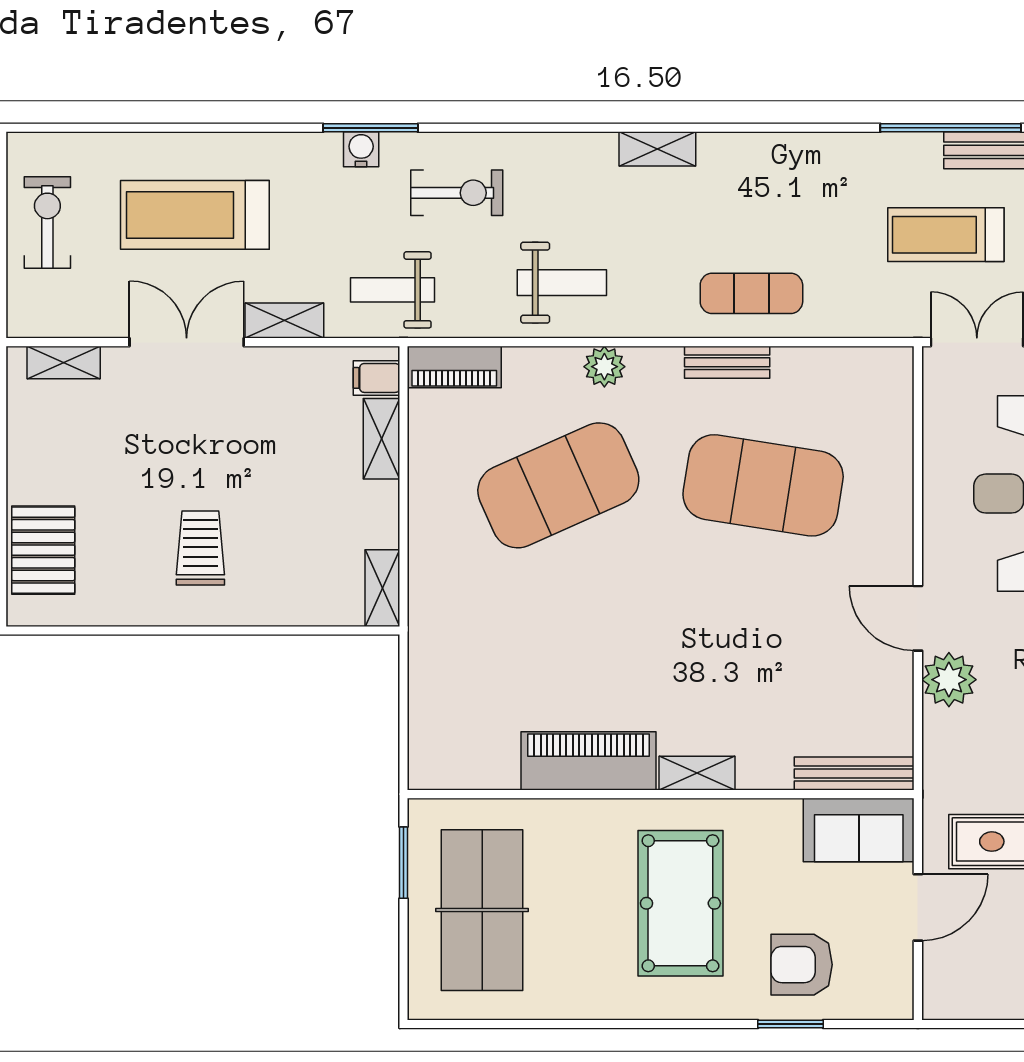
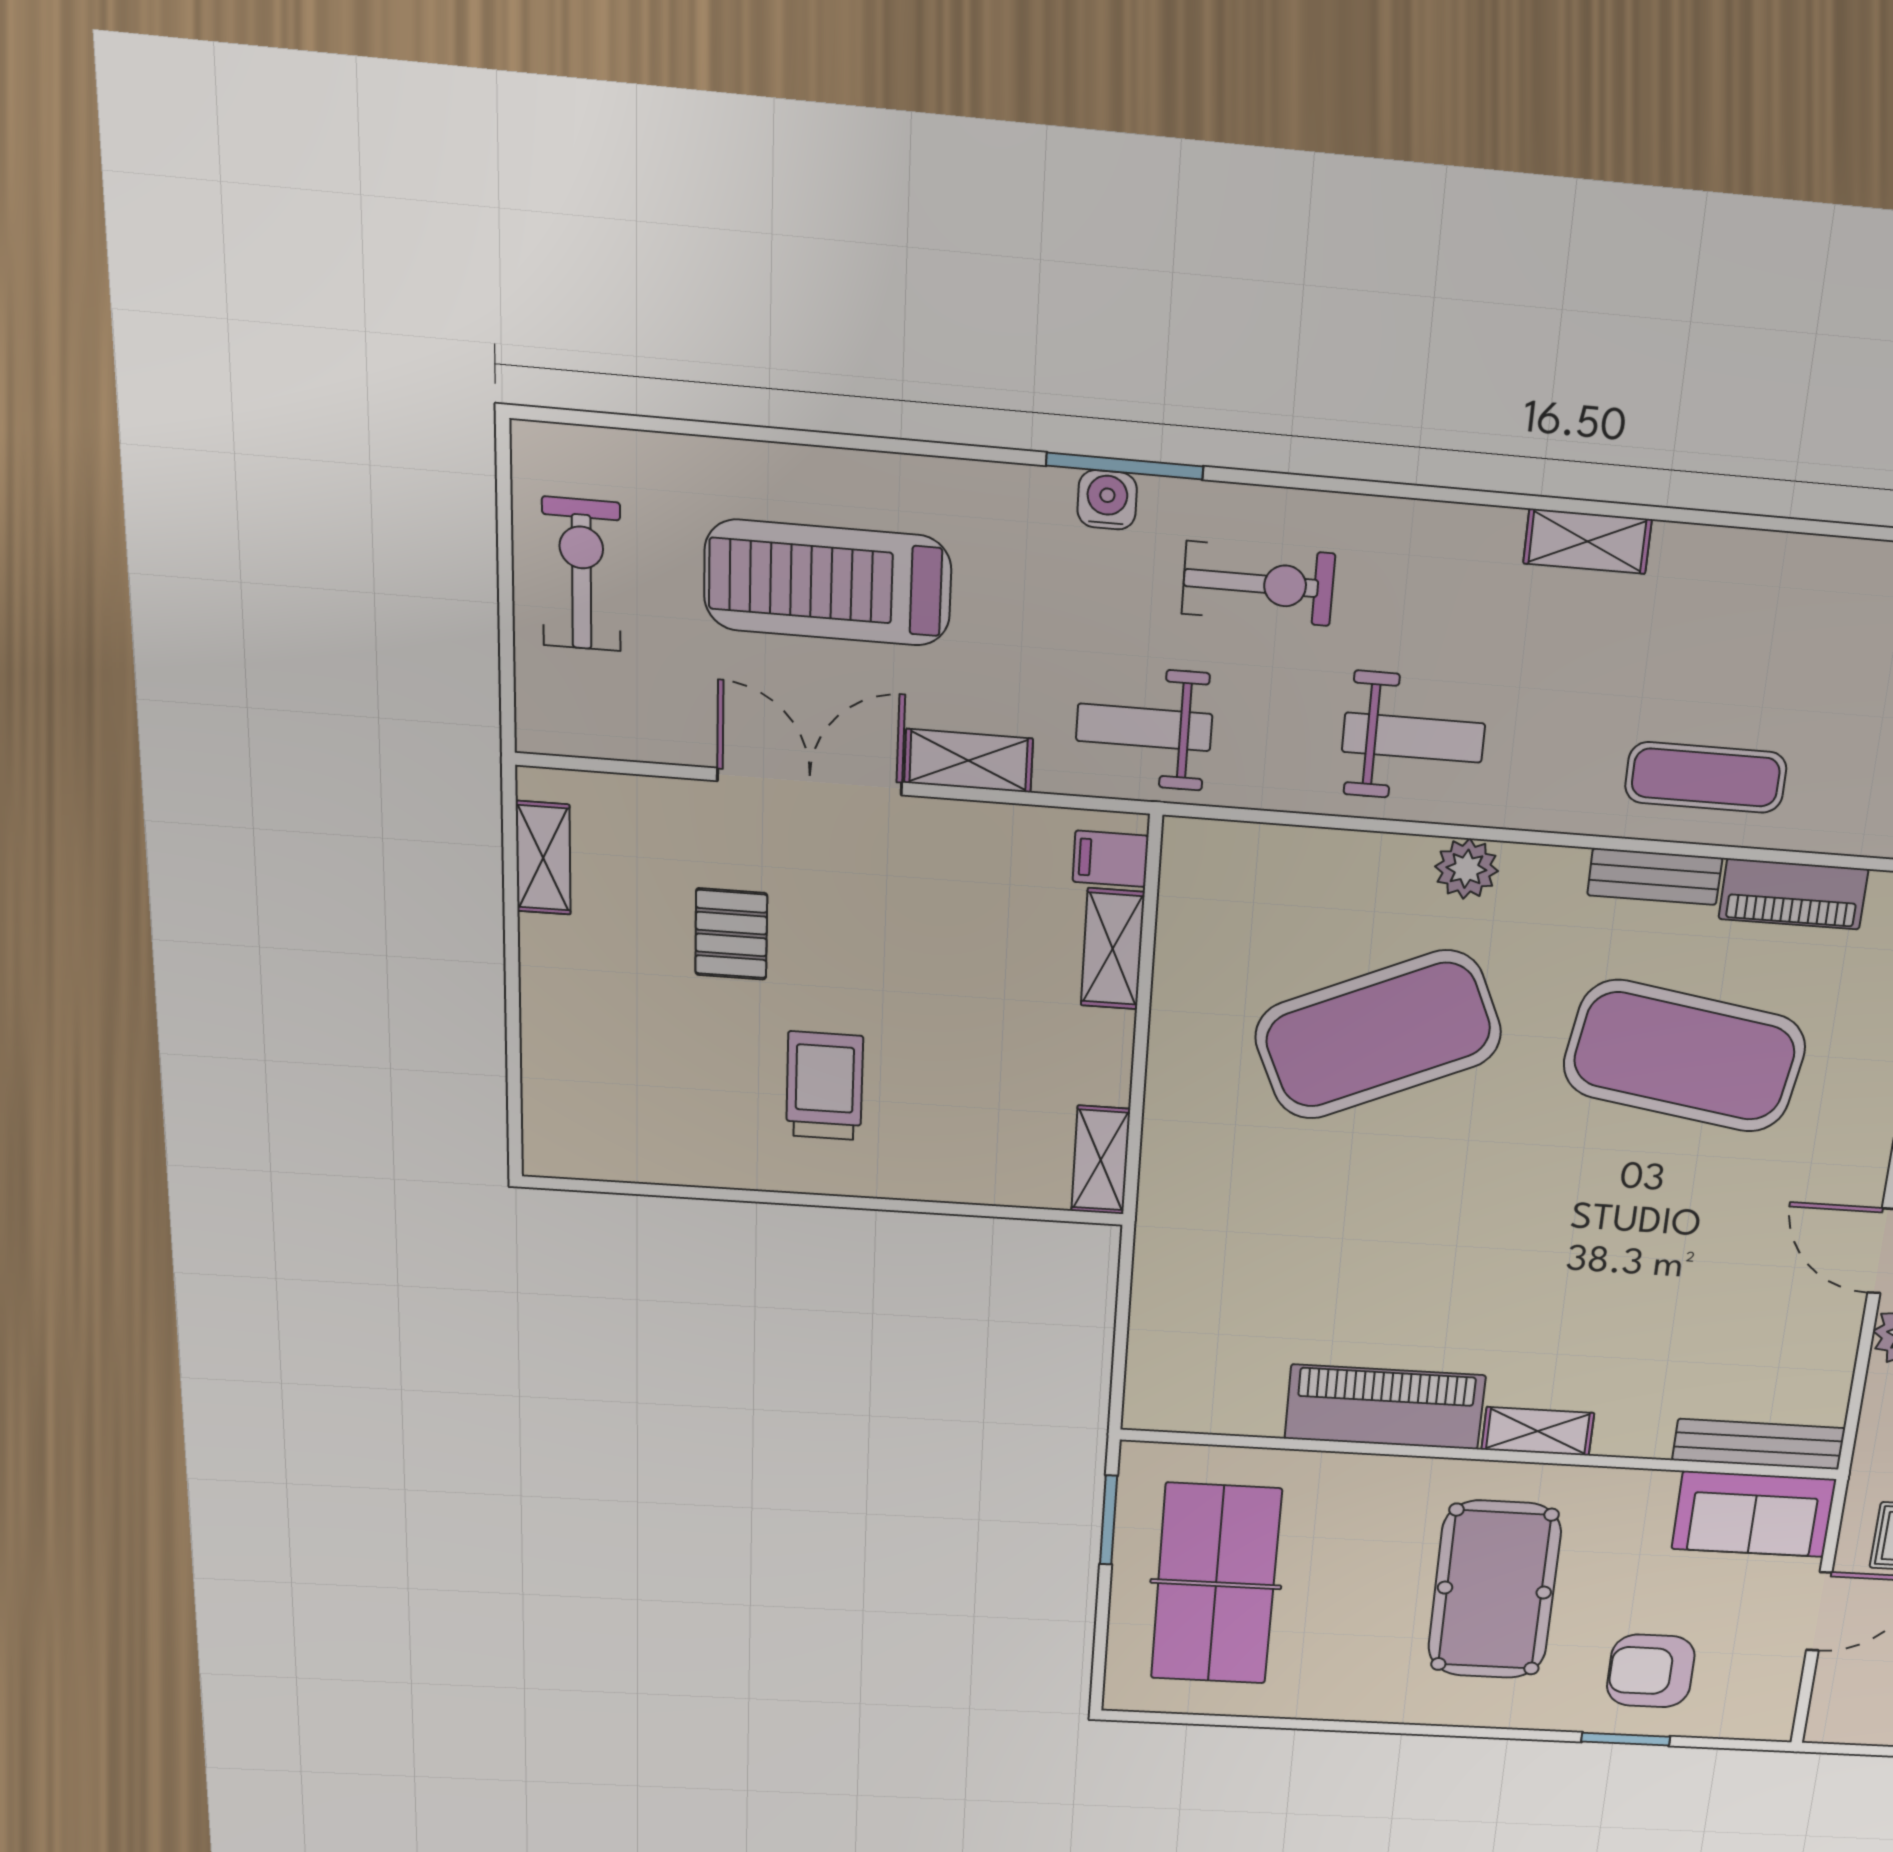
shelving: (64, 362) -> (543, 858), moved, turned 90
piano: (454, 367) -> (1793, 894), moved
pallet: (43, 550) -> (731, 934), moved, width x0.67, depth x0.71

